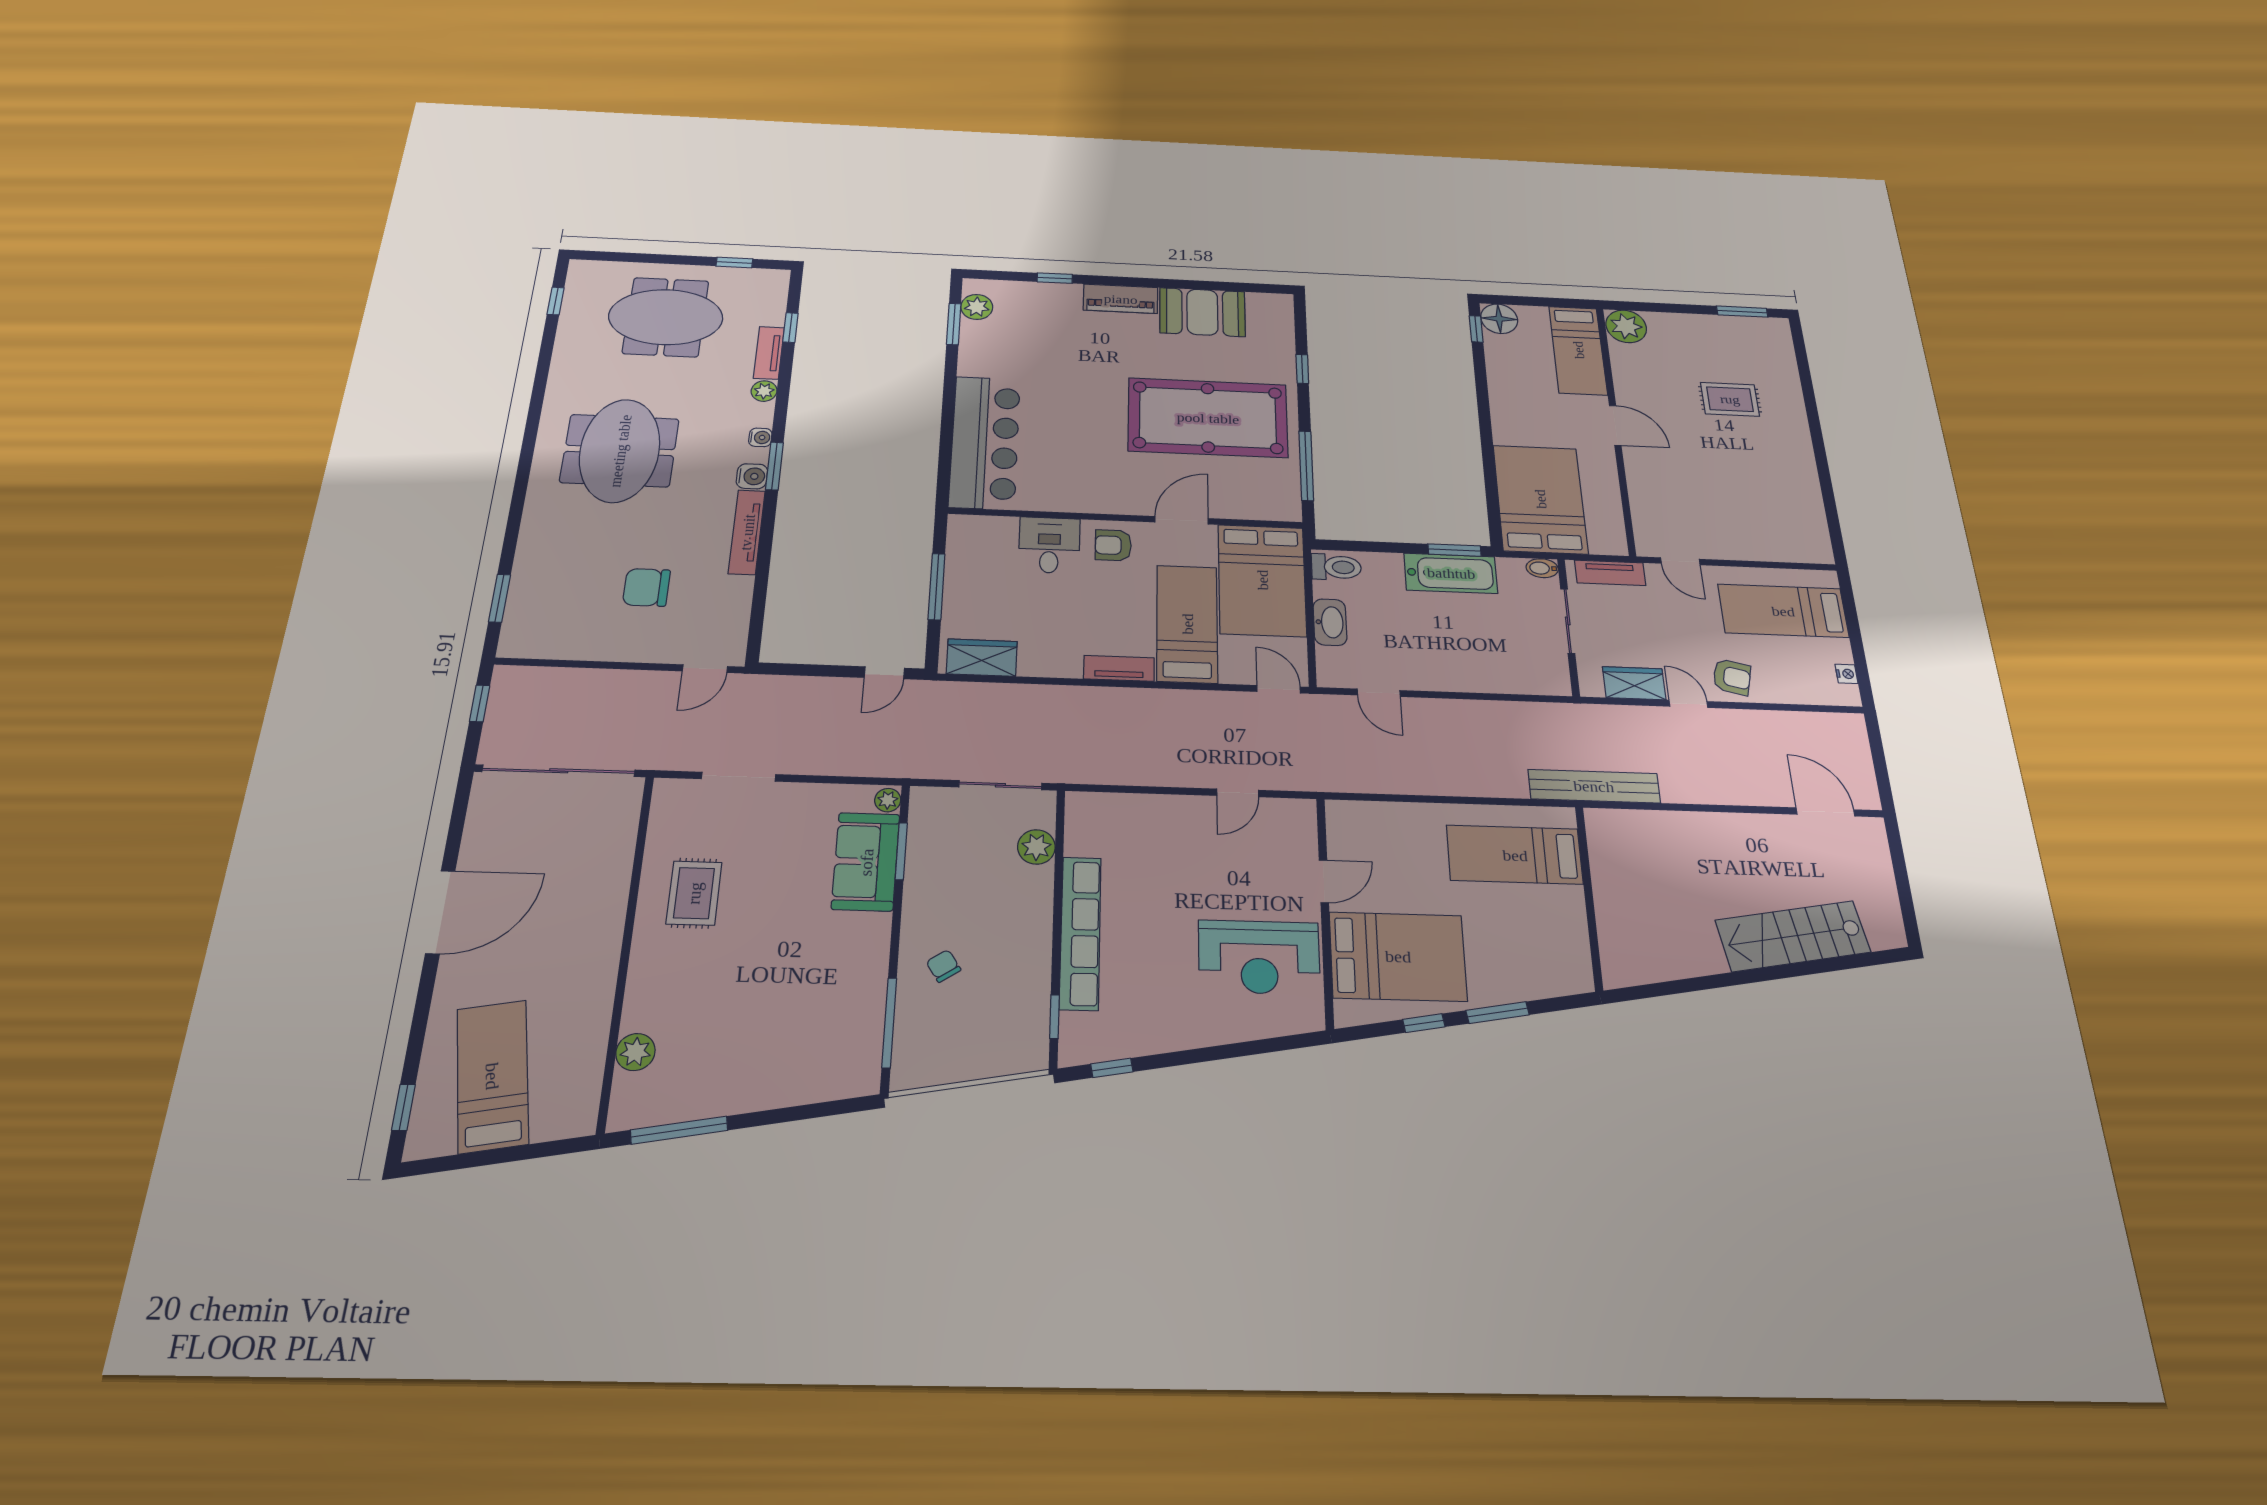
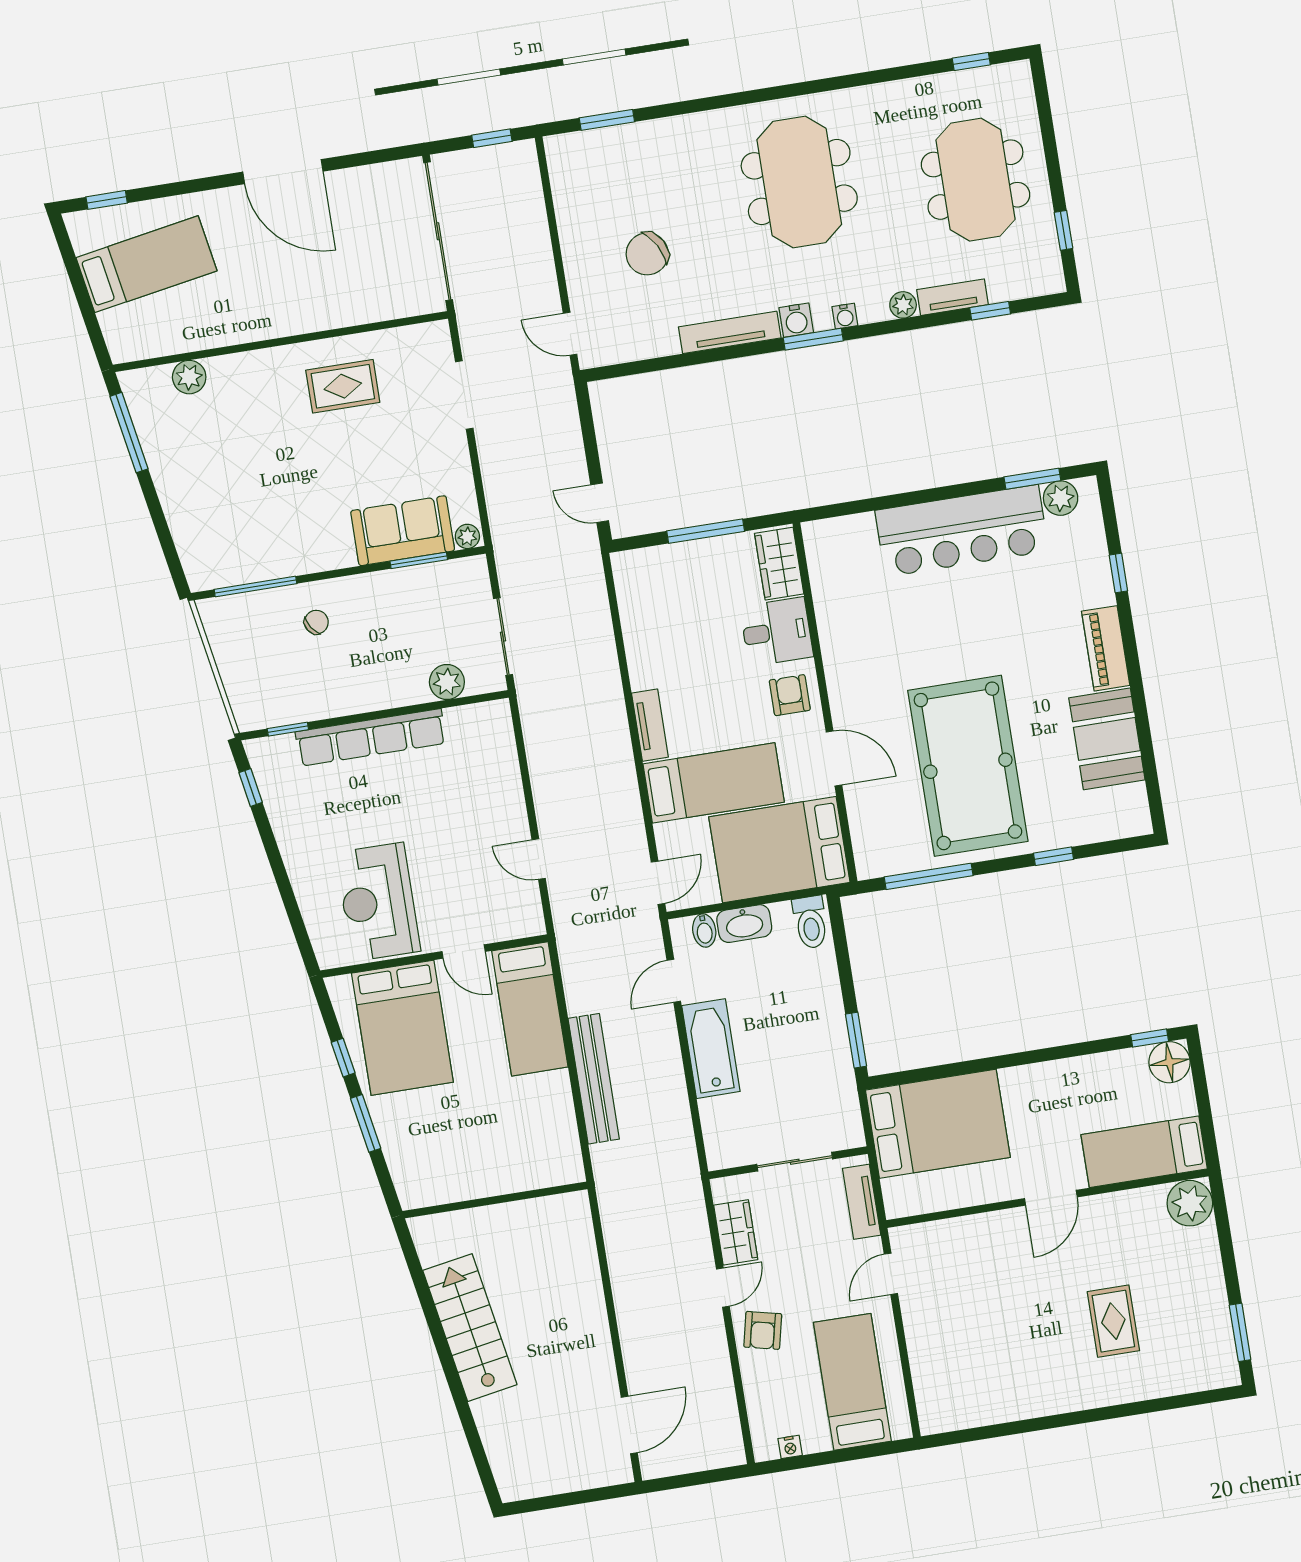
bar counter: (985, 442) -> (962, 531), moved
meeting table: (620, 451) -> (799, 182), turned 90
bidet: (1542, 568) -> (704, 930), moved, turned 180
bathtub: (1451, 573) -> (711, 1049), moved, turned 180
chair: (646, 587) -> (647, 254), turned -119
wardrobe: (982, 658) -> (779, 564), moved, turned 180
bench: (1594, 786) -> (594, 1079), moved
bed: (1515, 855) -> (530, 1009), moved, turned 180
stairs: (1793, 936) -> (470, 1328), moved

